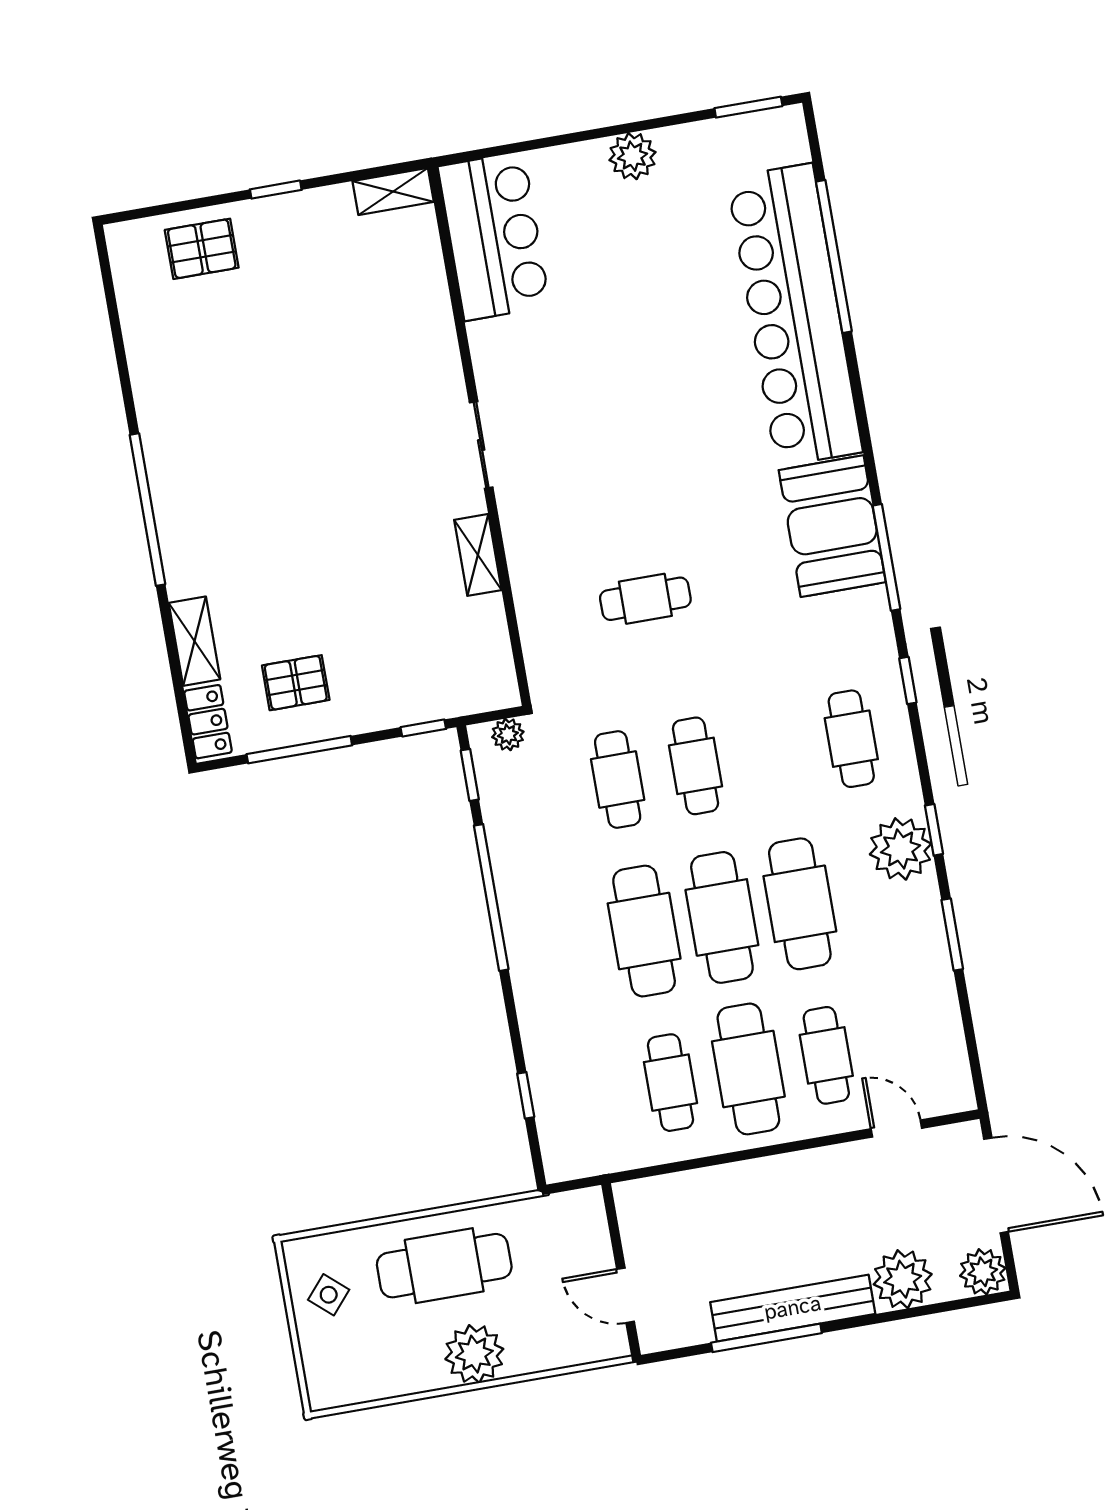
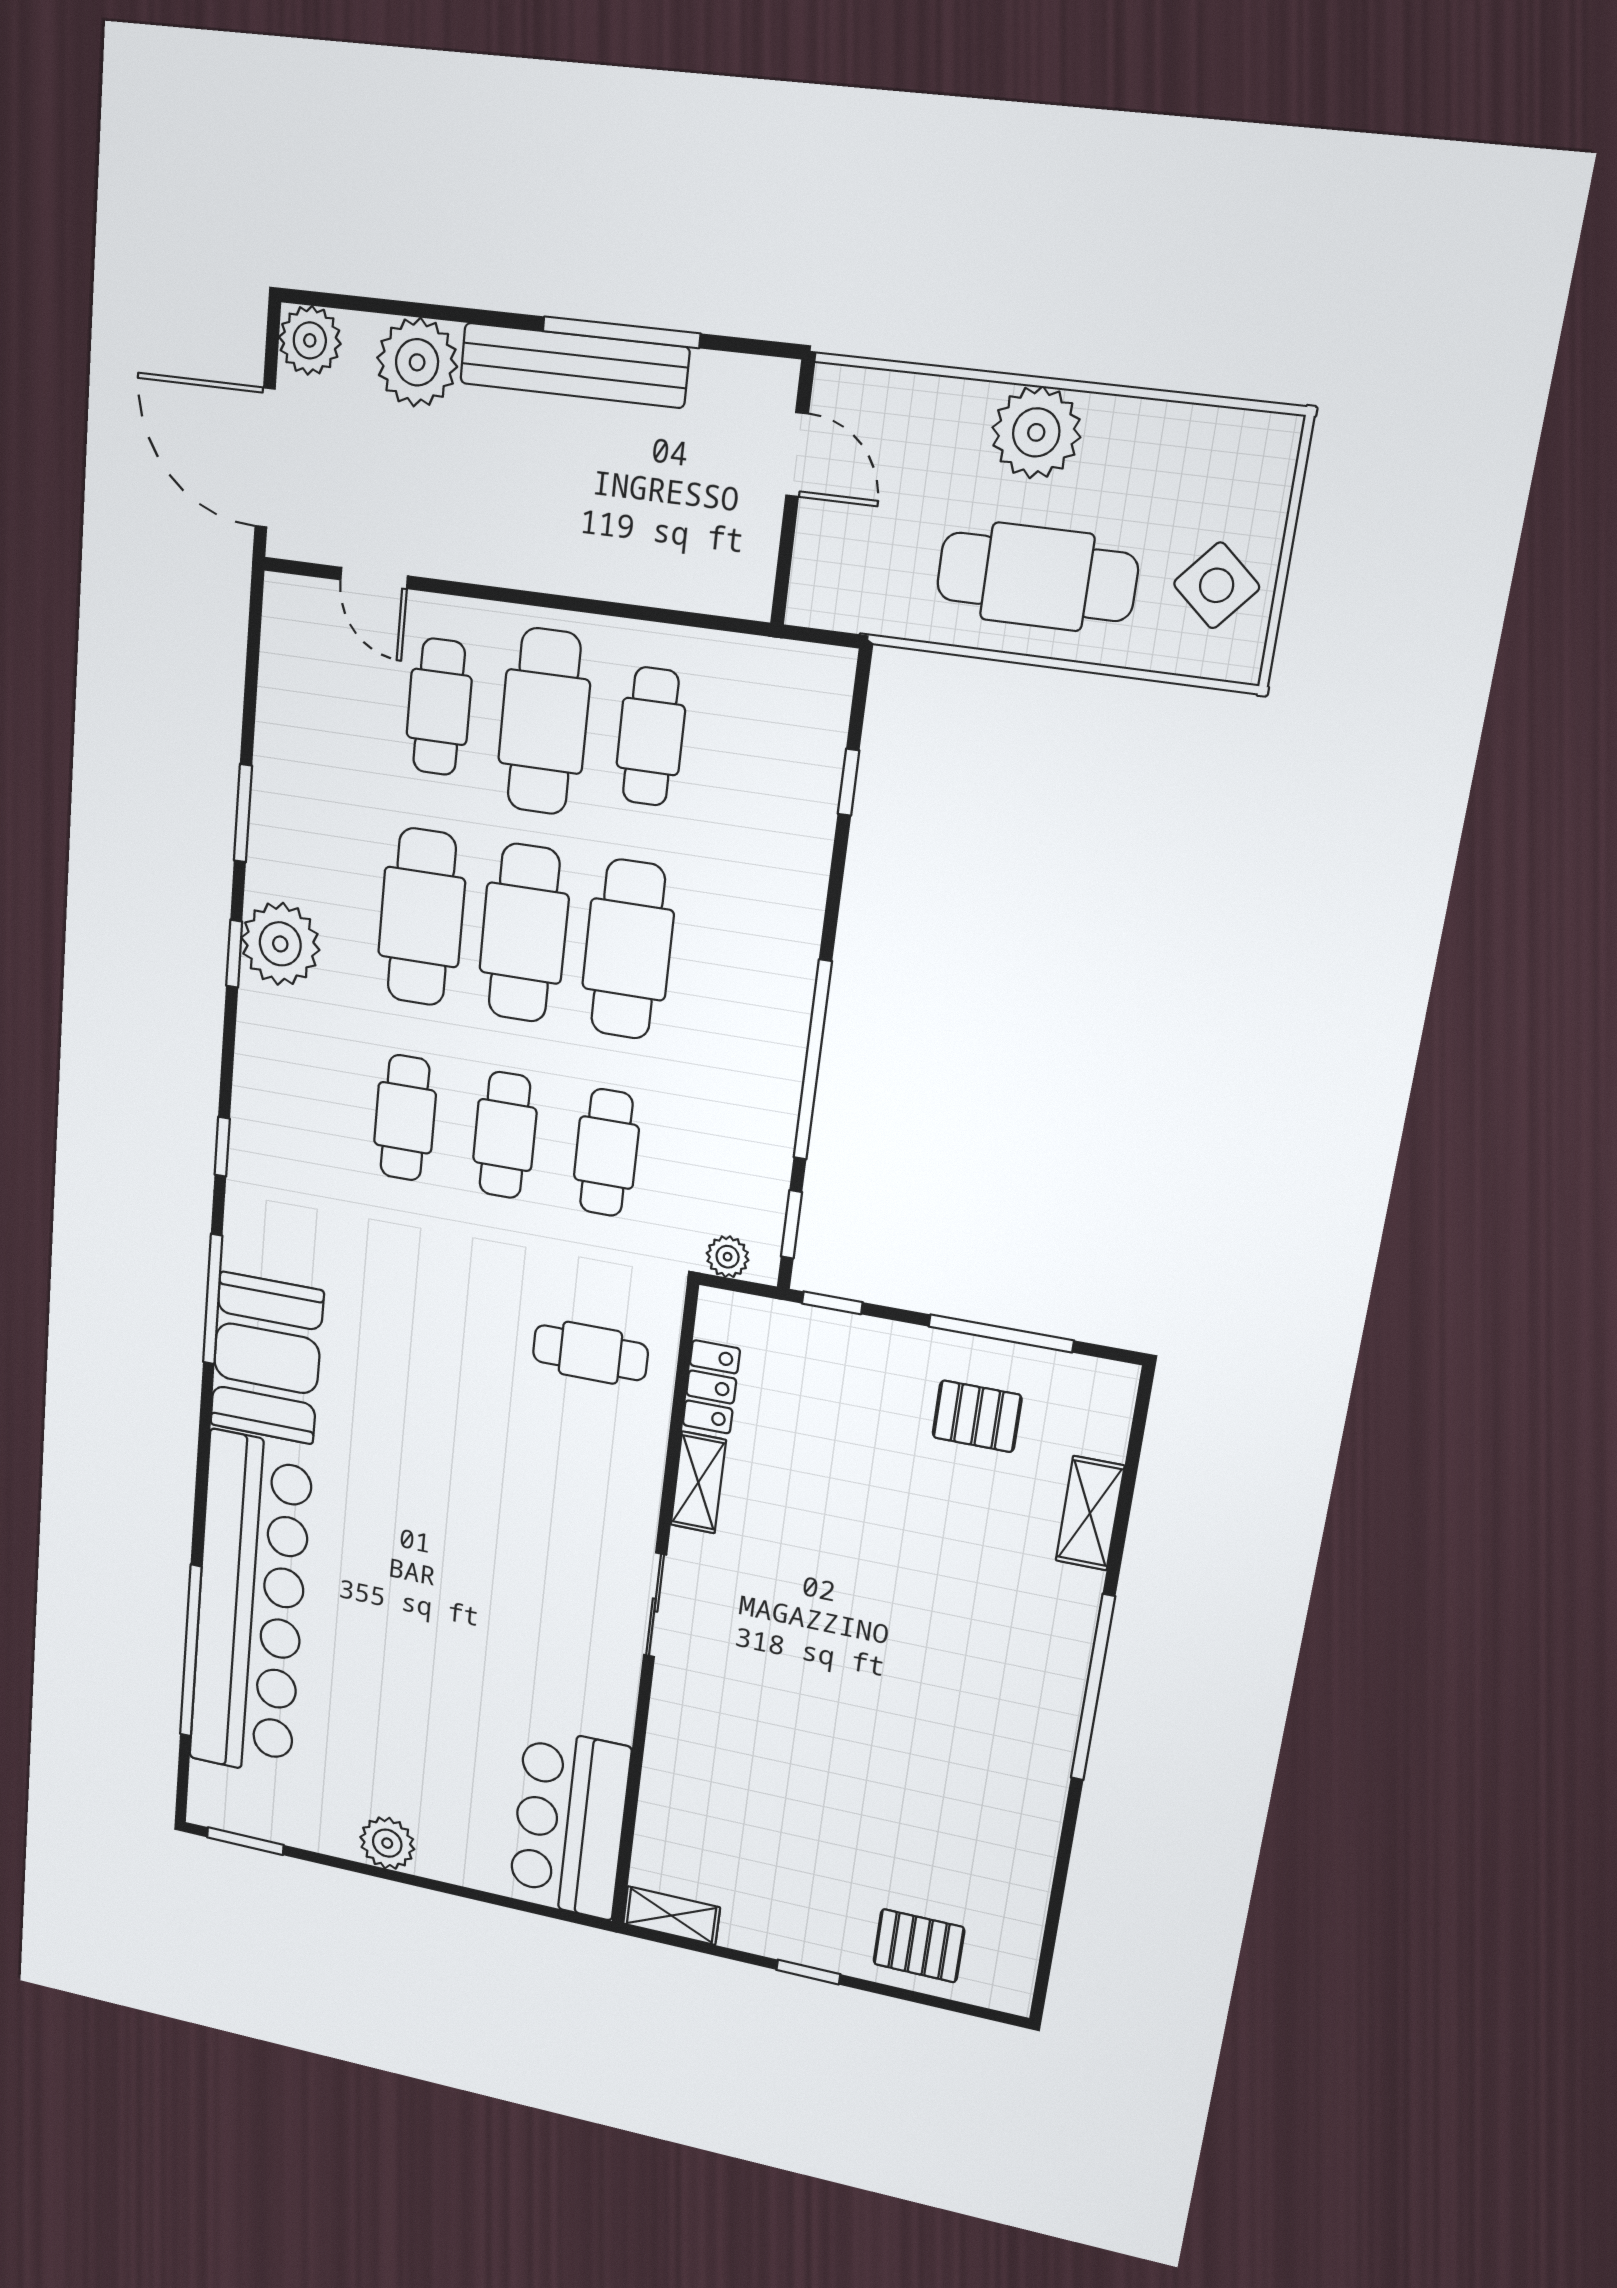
cafe table: (645, 599) -> (590, 1353), moved
locker: (208, 722) -> (711, 1387), moved, turned 180
cafe table: (851, 739) -> (405, 1118), moved
side table: (329, 1295) -> (1217, 585), width x1.37, depth x1.37

